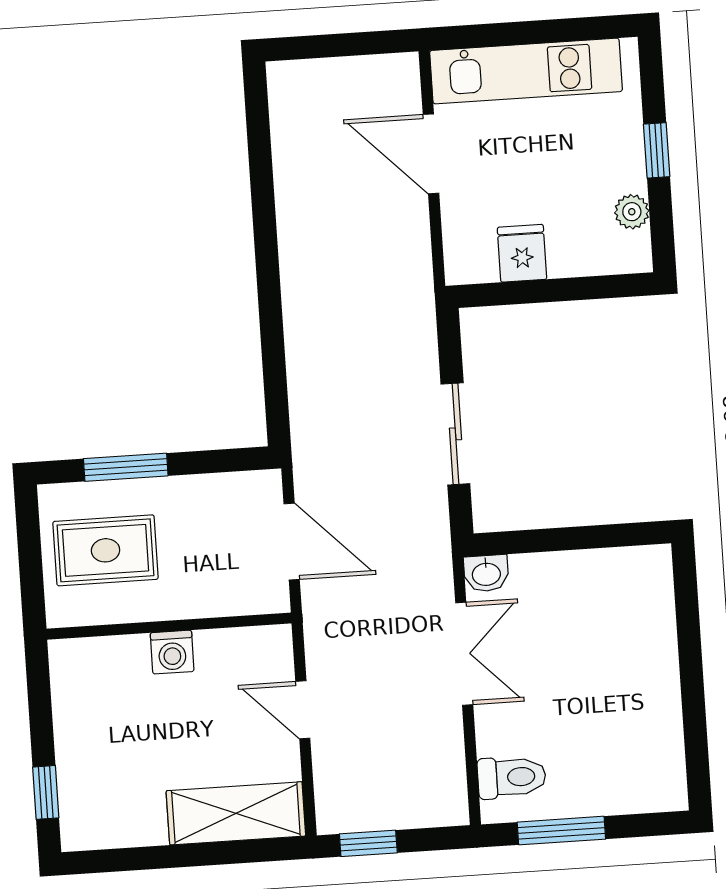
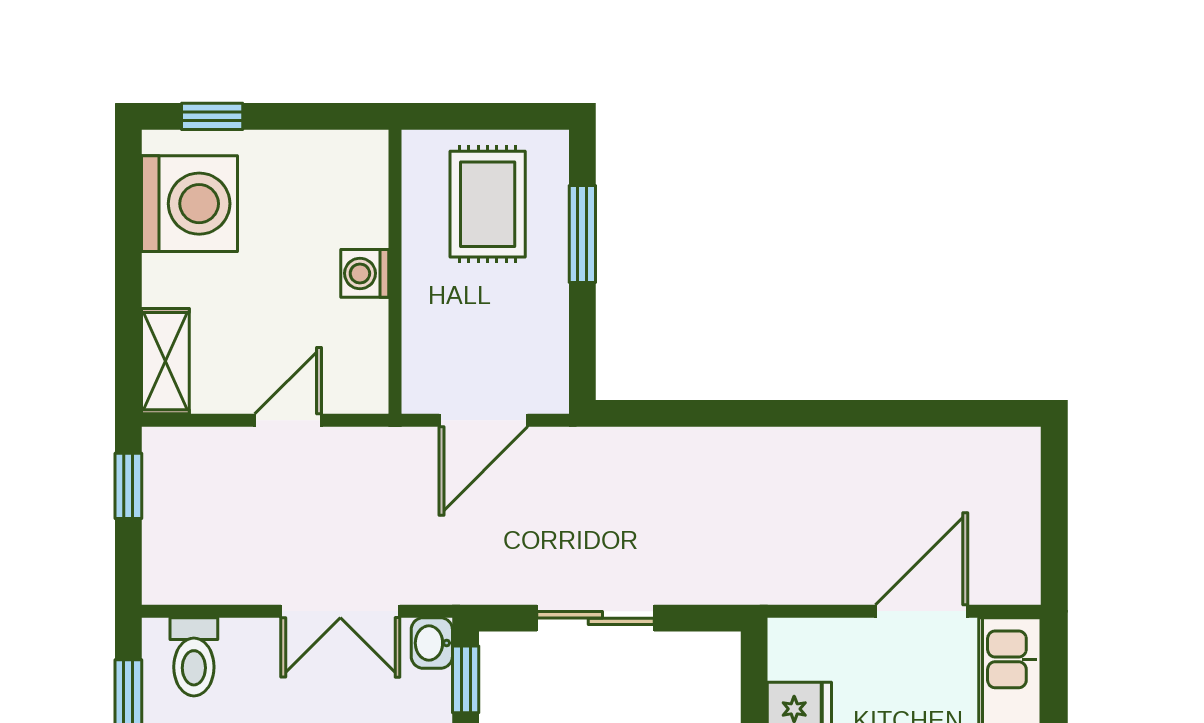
window: (516, 542) -> (466, 679), added
washing machine: (122, 807) -> (190, 204), added
shelving: (236, 813) -> (165, 361), width x0.67, depth x0.75

